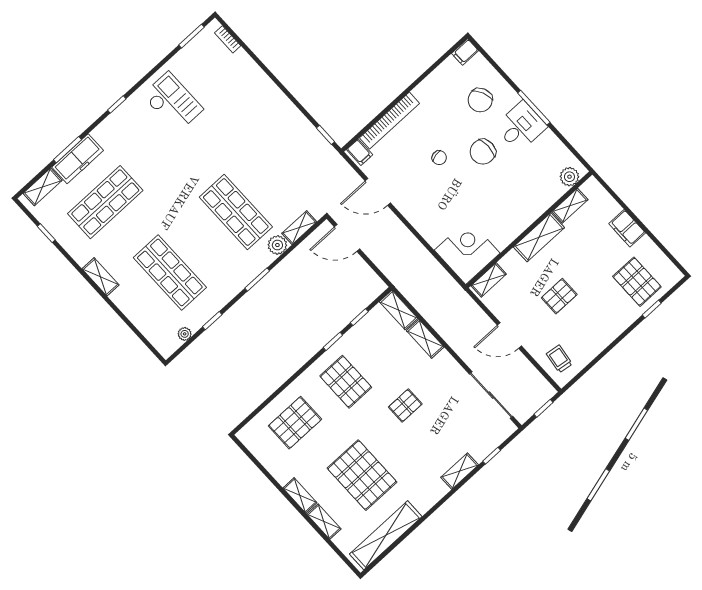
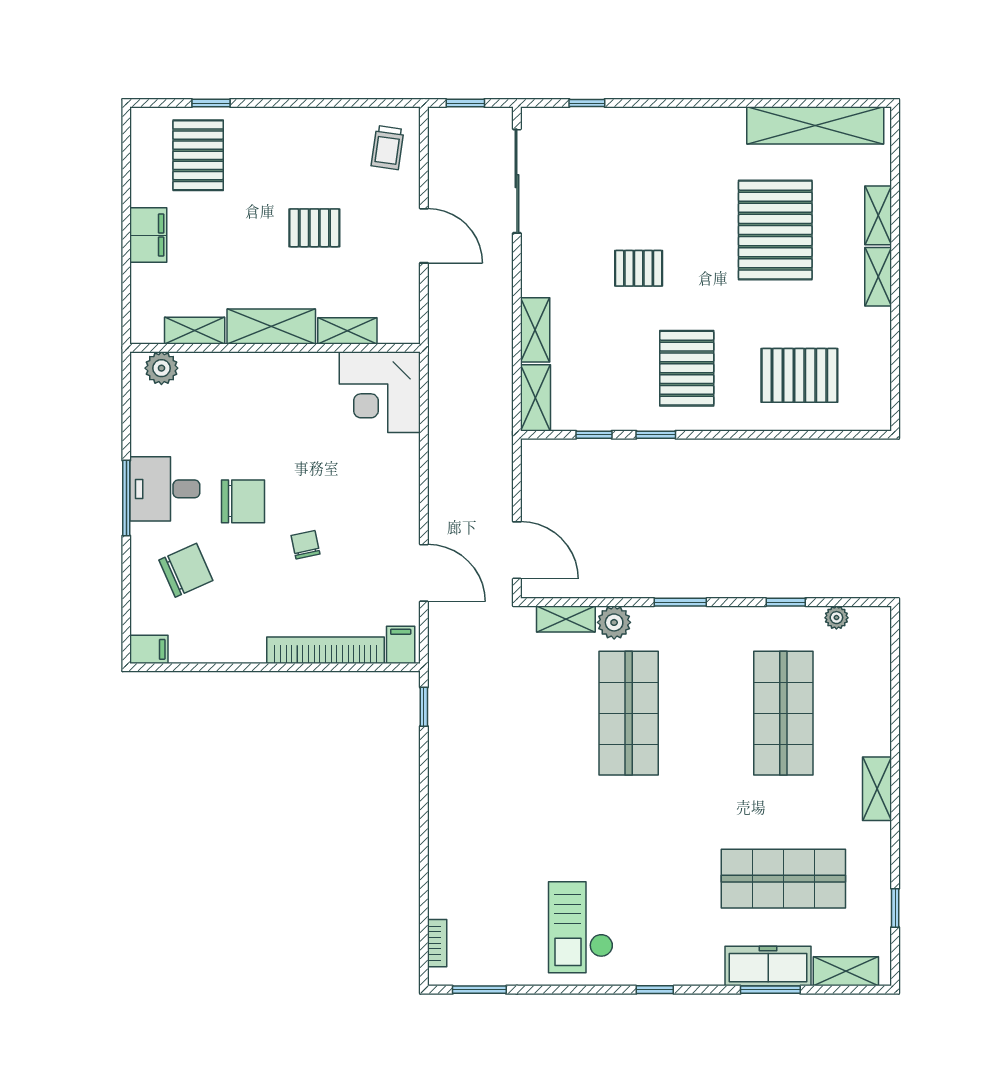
shelving: (489, 280) -> (347, 331), moved
shelving: (460, 471) -> (646, 121), removed

